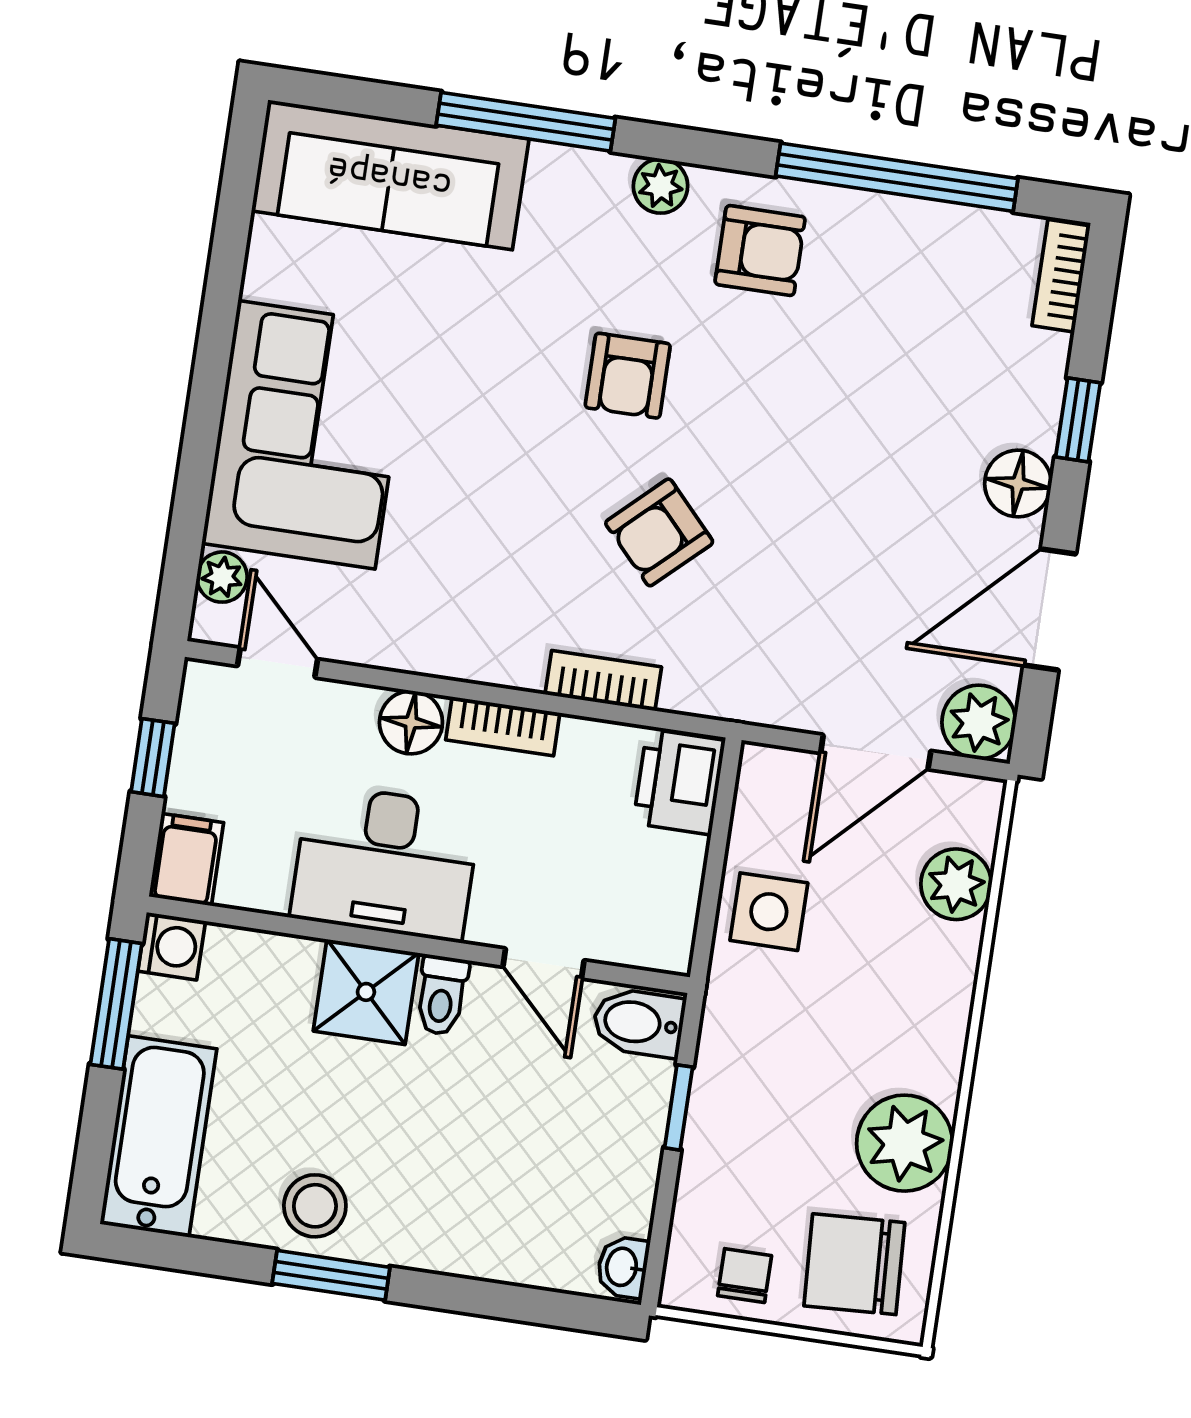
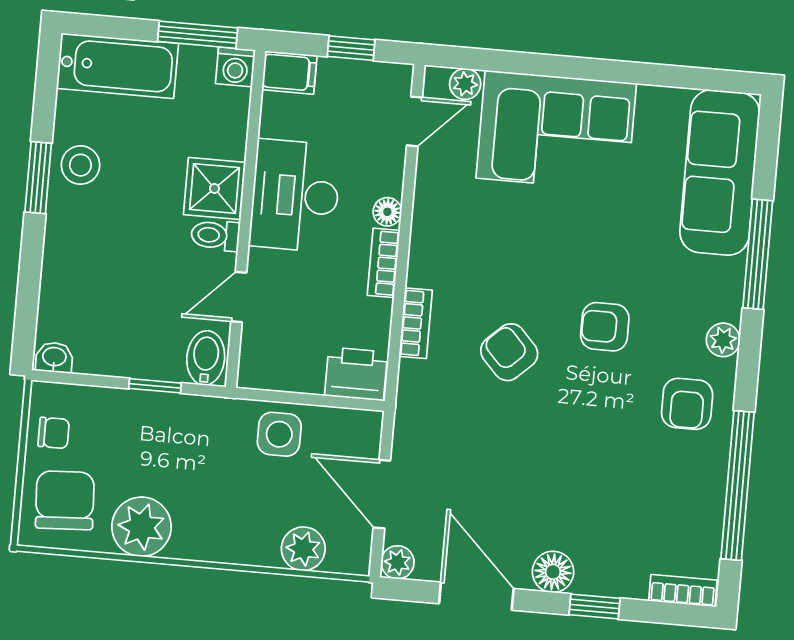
floor lamp: (411, 722) -> (387, 212), width x0.73, depth x0.73
plant: (979, 722) -> (397, 562), width x0.73, depth x0.73

